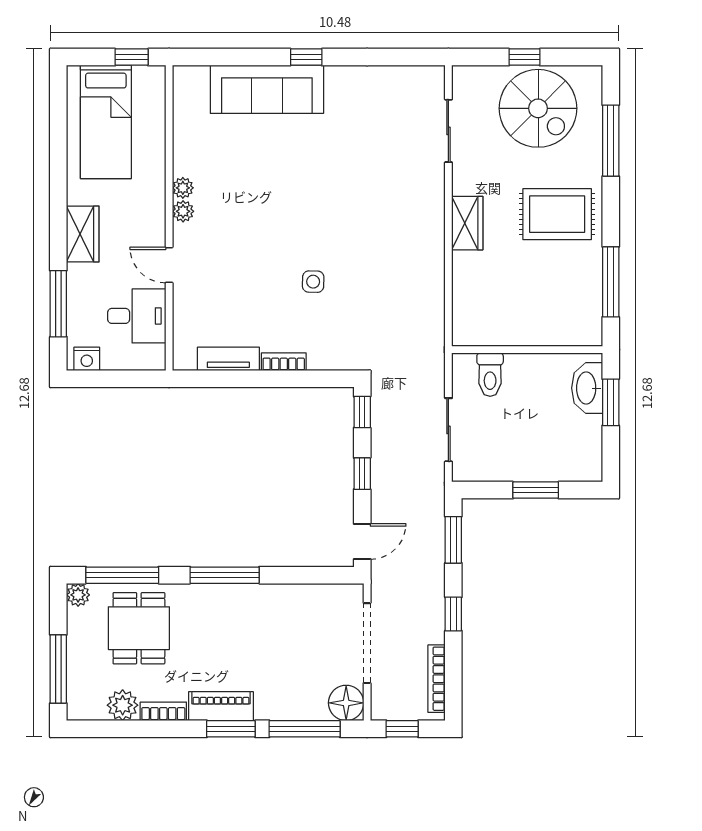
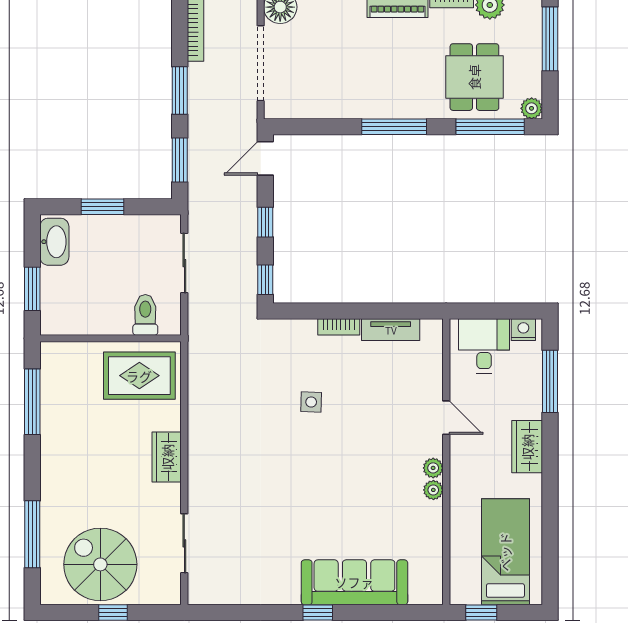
rug: (557, 214) -> (139, 376), moved
desk: (137, 316) -> (484, 346), moved, turned 90
washbasin: (587, 388) -> (54, 242), moved
window: (453, 614) -> (180, 90), width x1.50

